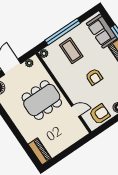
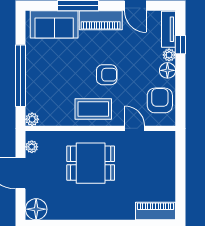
coffee table: (71, 51) -> (93, 109), moved
dining table: (42, 100) -> (91, 163), width x0.73
door: (76, 111) -> (135, 128), hinge flipped

